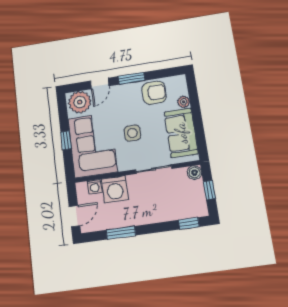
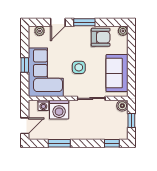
plant: (80, 102) -> (40, 31), width x0.53, depth x0.53
plant: (184, 102) -> (123, 31), moved

